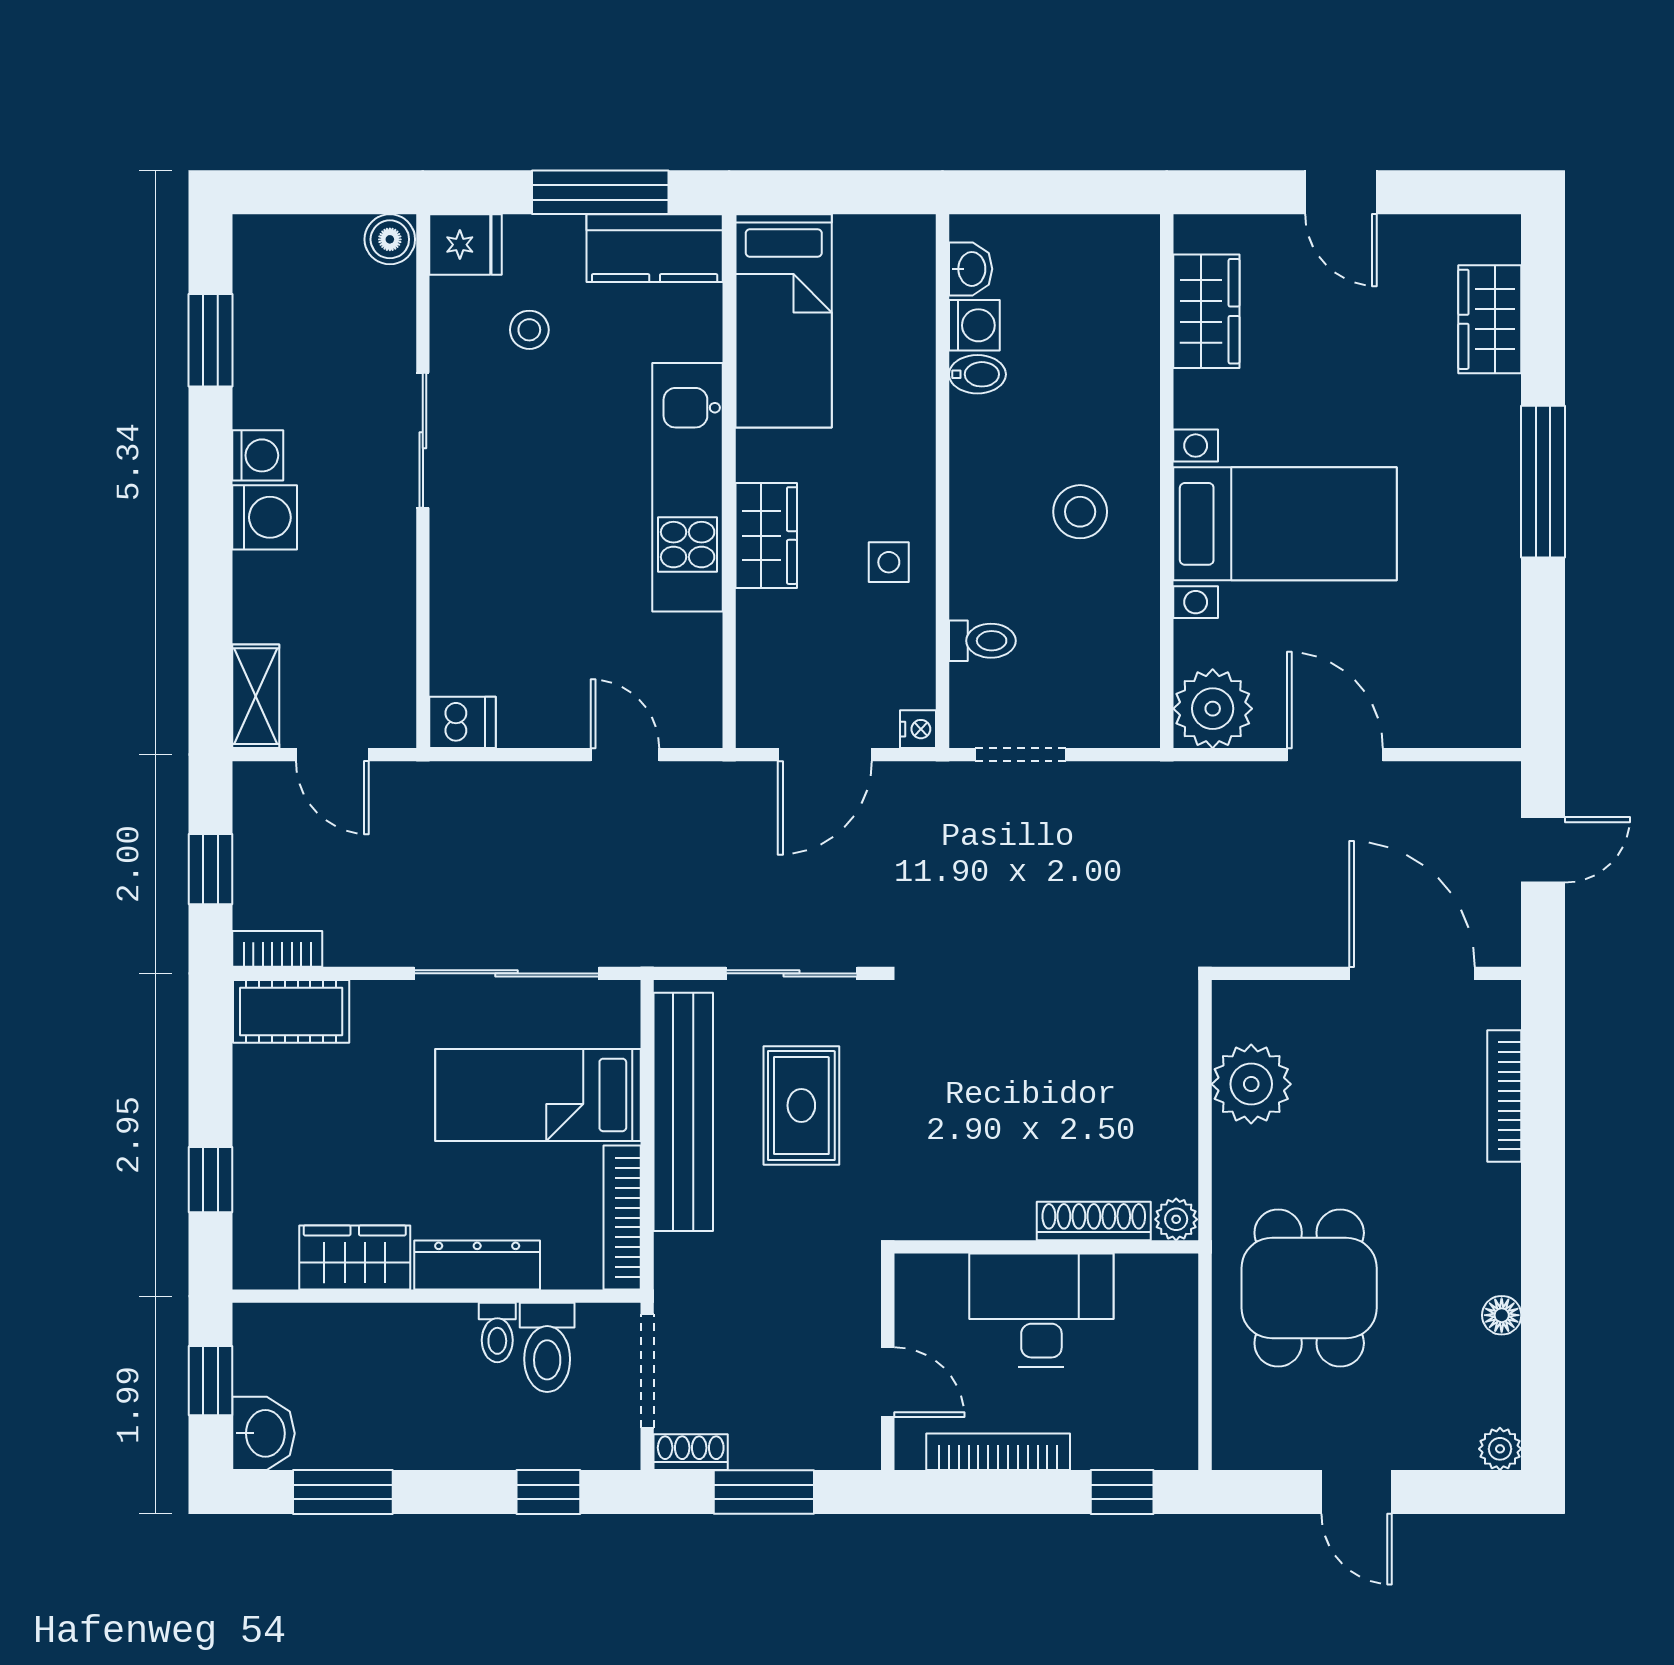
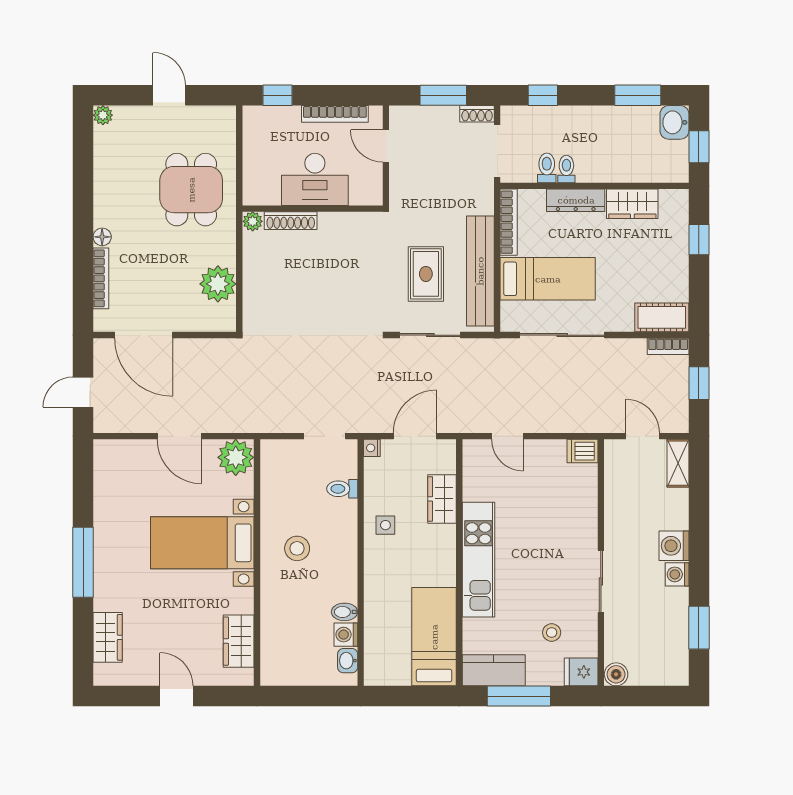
wardrobe: (766, 536) -> (442, 499), moved
floor lamp: (1502, 1315) -> (102, 237), moved
toilet: (547, 1347) -> (547, 168), width x0.73, depth x0.72

